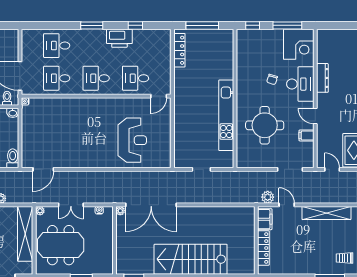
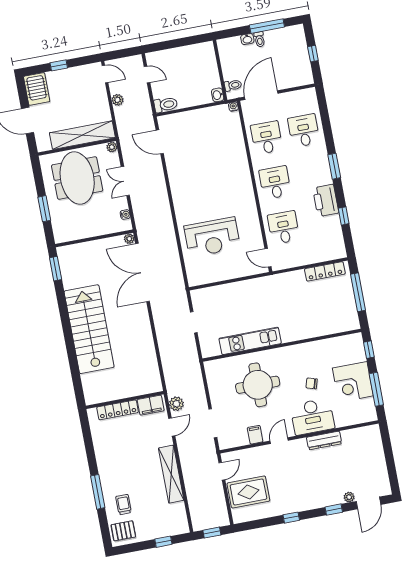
corner desk: (299, 44) -> (353, 382), moved
kitchen unit: (226, 115) -> (250, 341), width x0.73

